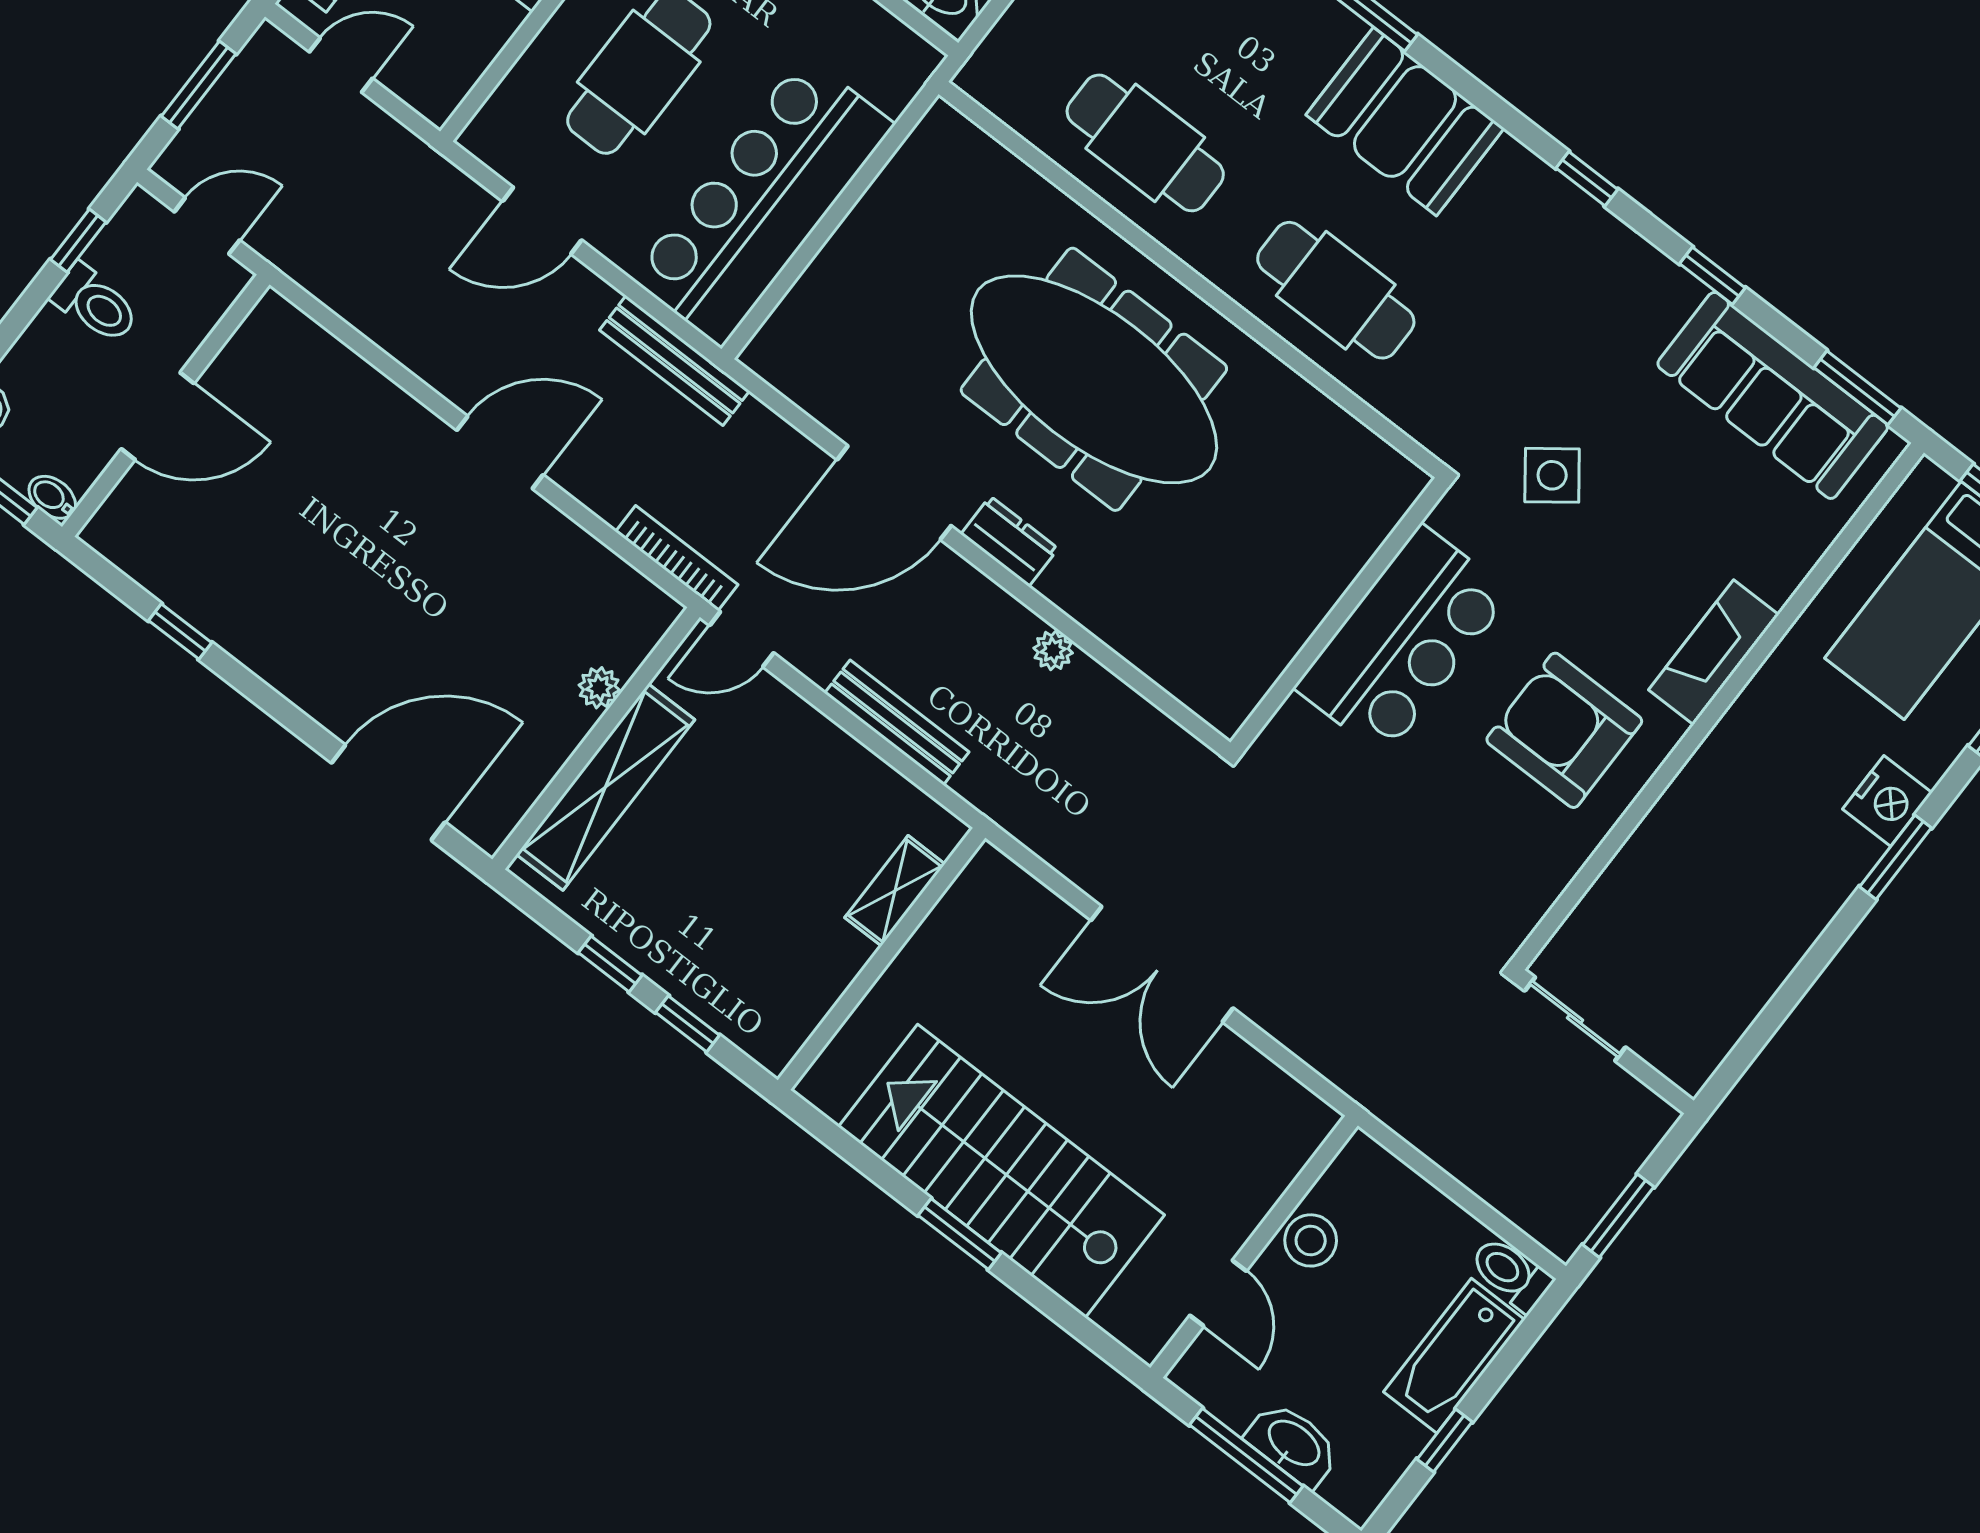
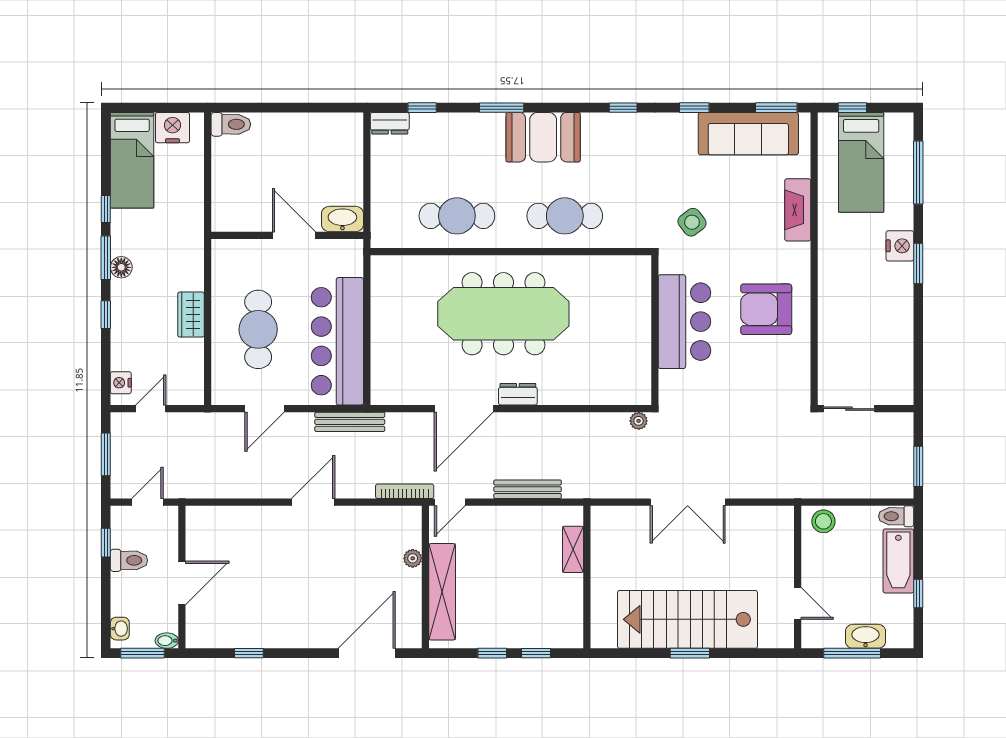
plant: (1053, 650) -> (639, 421), moved
fireplace: (1714, 652) -> (798, 210), moved
stool: (1311, 1240) -> (823, 521), moved

